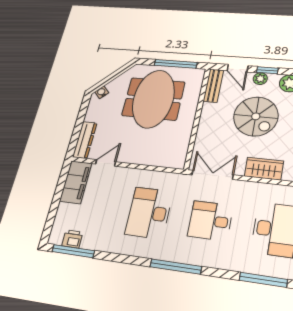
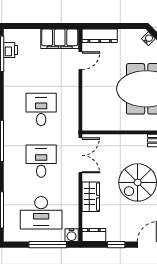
door: (106, 163) -> (80, 61), hinge flipped
desk: (149, 213) -> (41, 109), width x0.73

